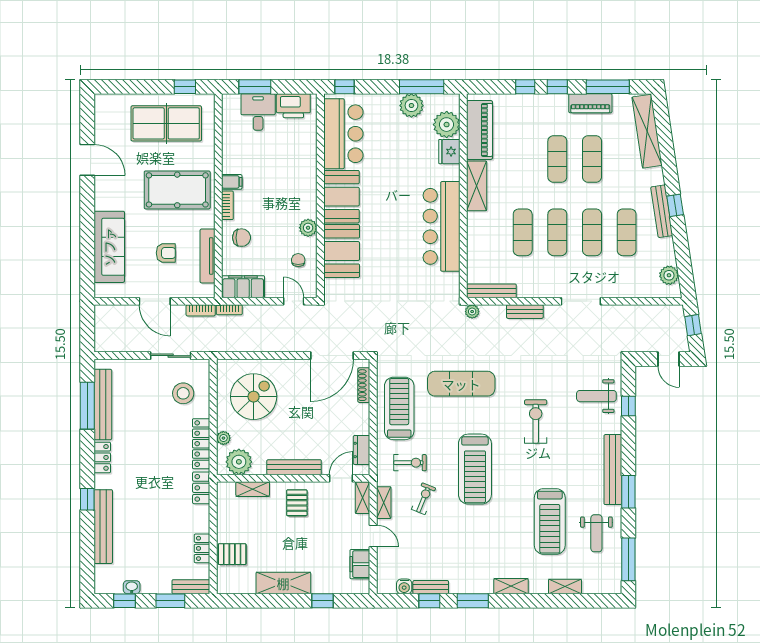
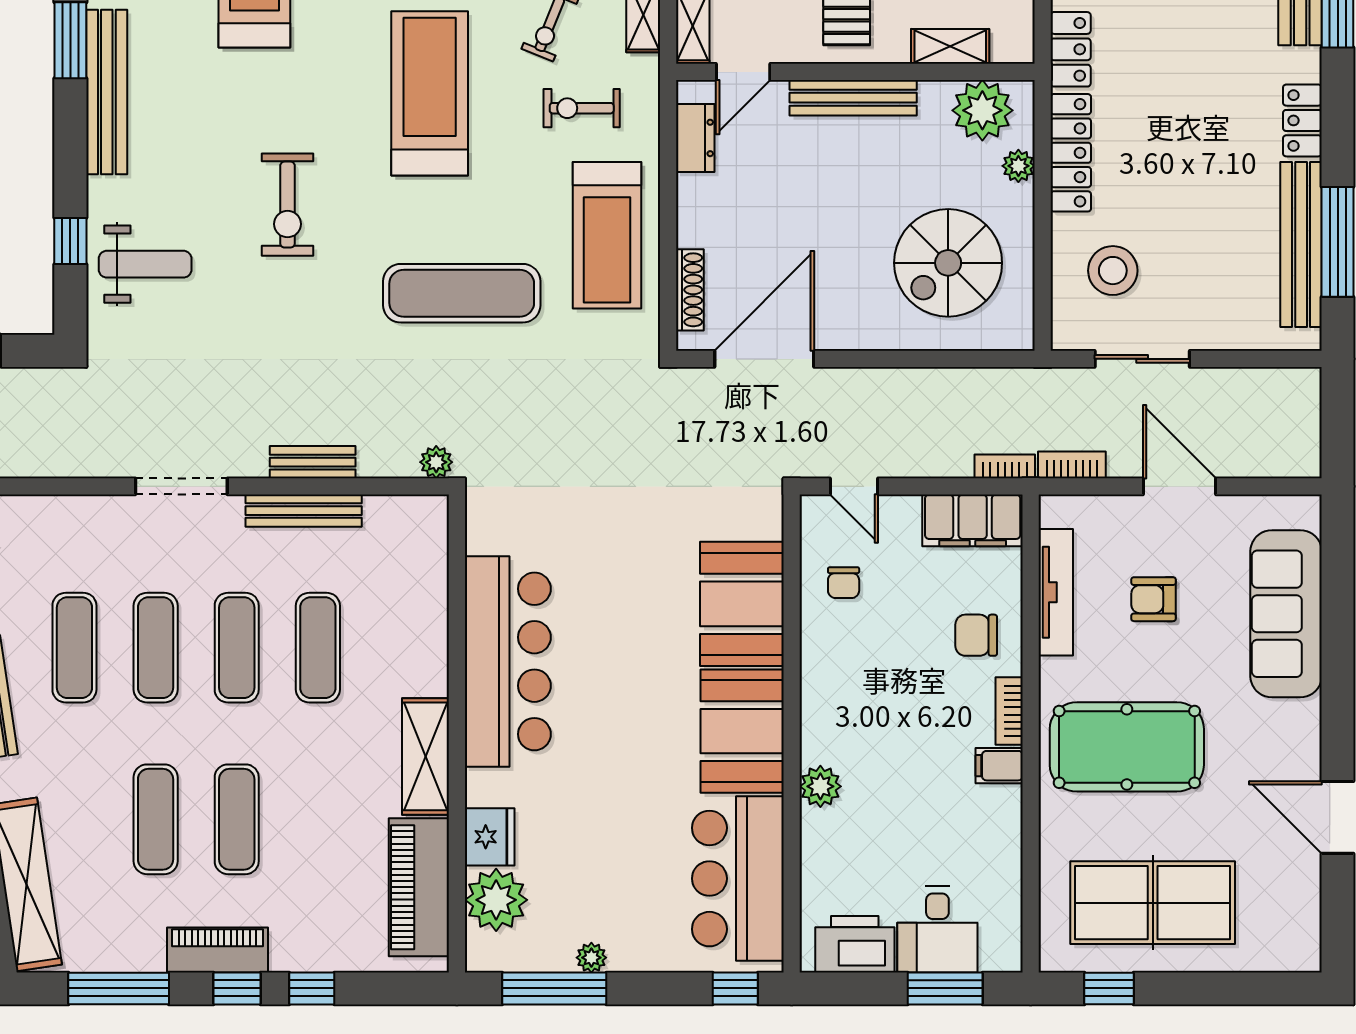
piano: (590, 103) -> (218, 950), moved
plant: (411, 106) -> (591, 958), width x0.53, depth x0.53
plant: (308, 228) -> (820, 786), moved
bench: (491, 291) -> (304, 511), moved

